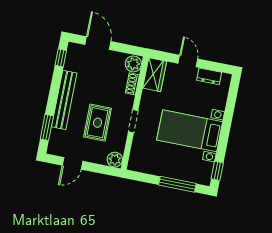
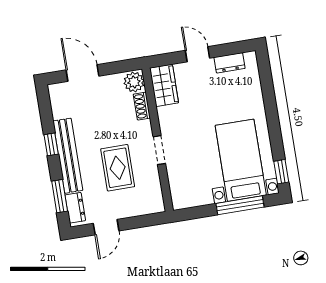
window: (61, 58) -> (51, 144), moved
bed with nightstands: (190, 131) -> (241, 160), moved, turned 90
dresser: (55, 140) -> (75, 208), added
plant: (115, 160) -> (155, 204), removed

